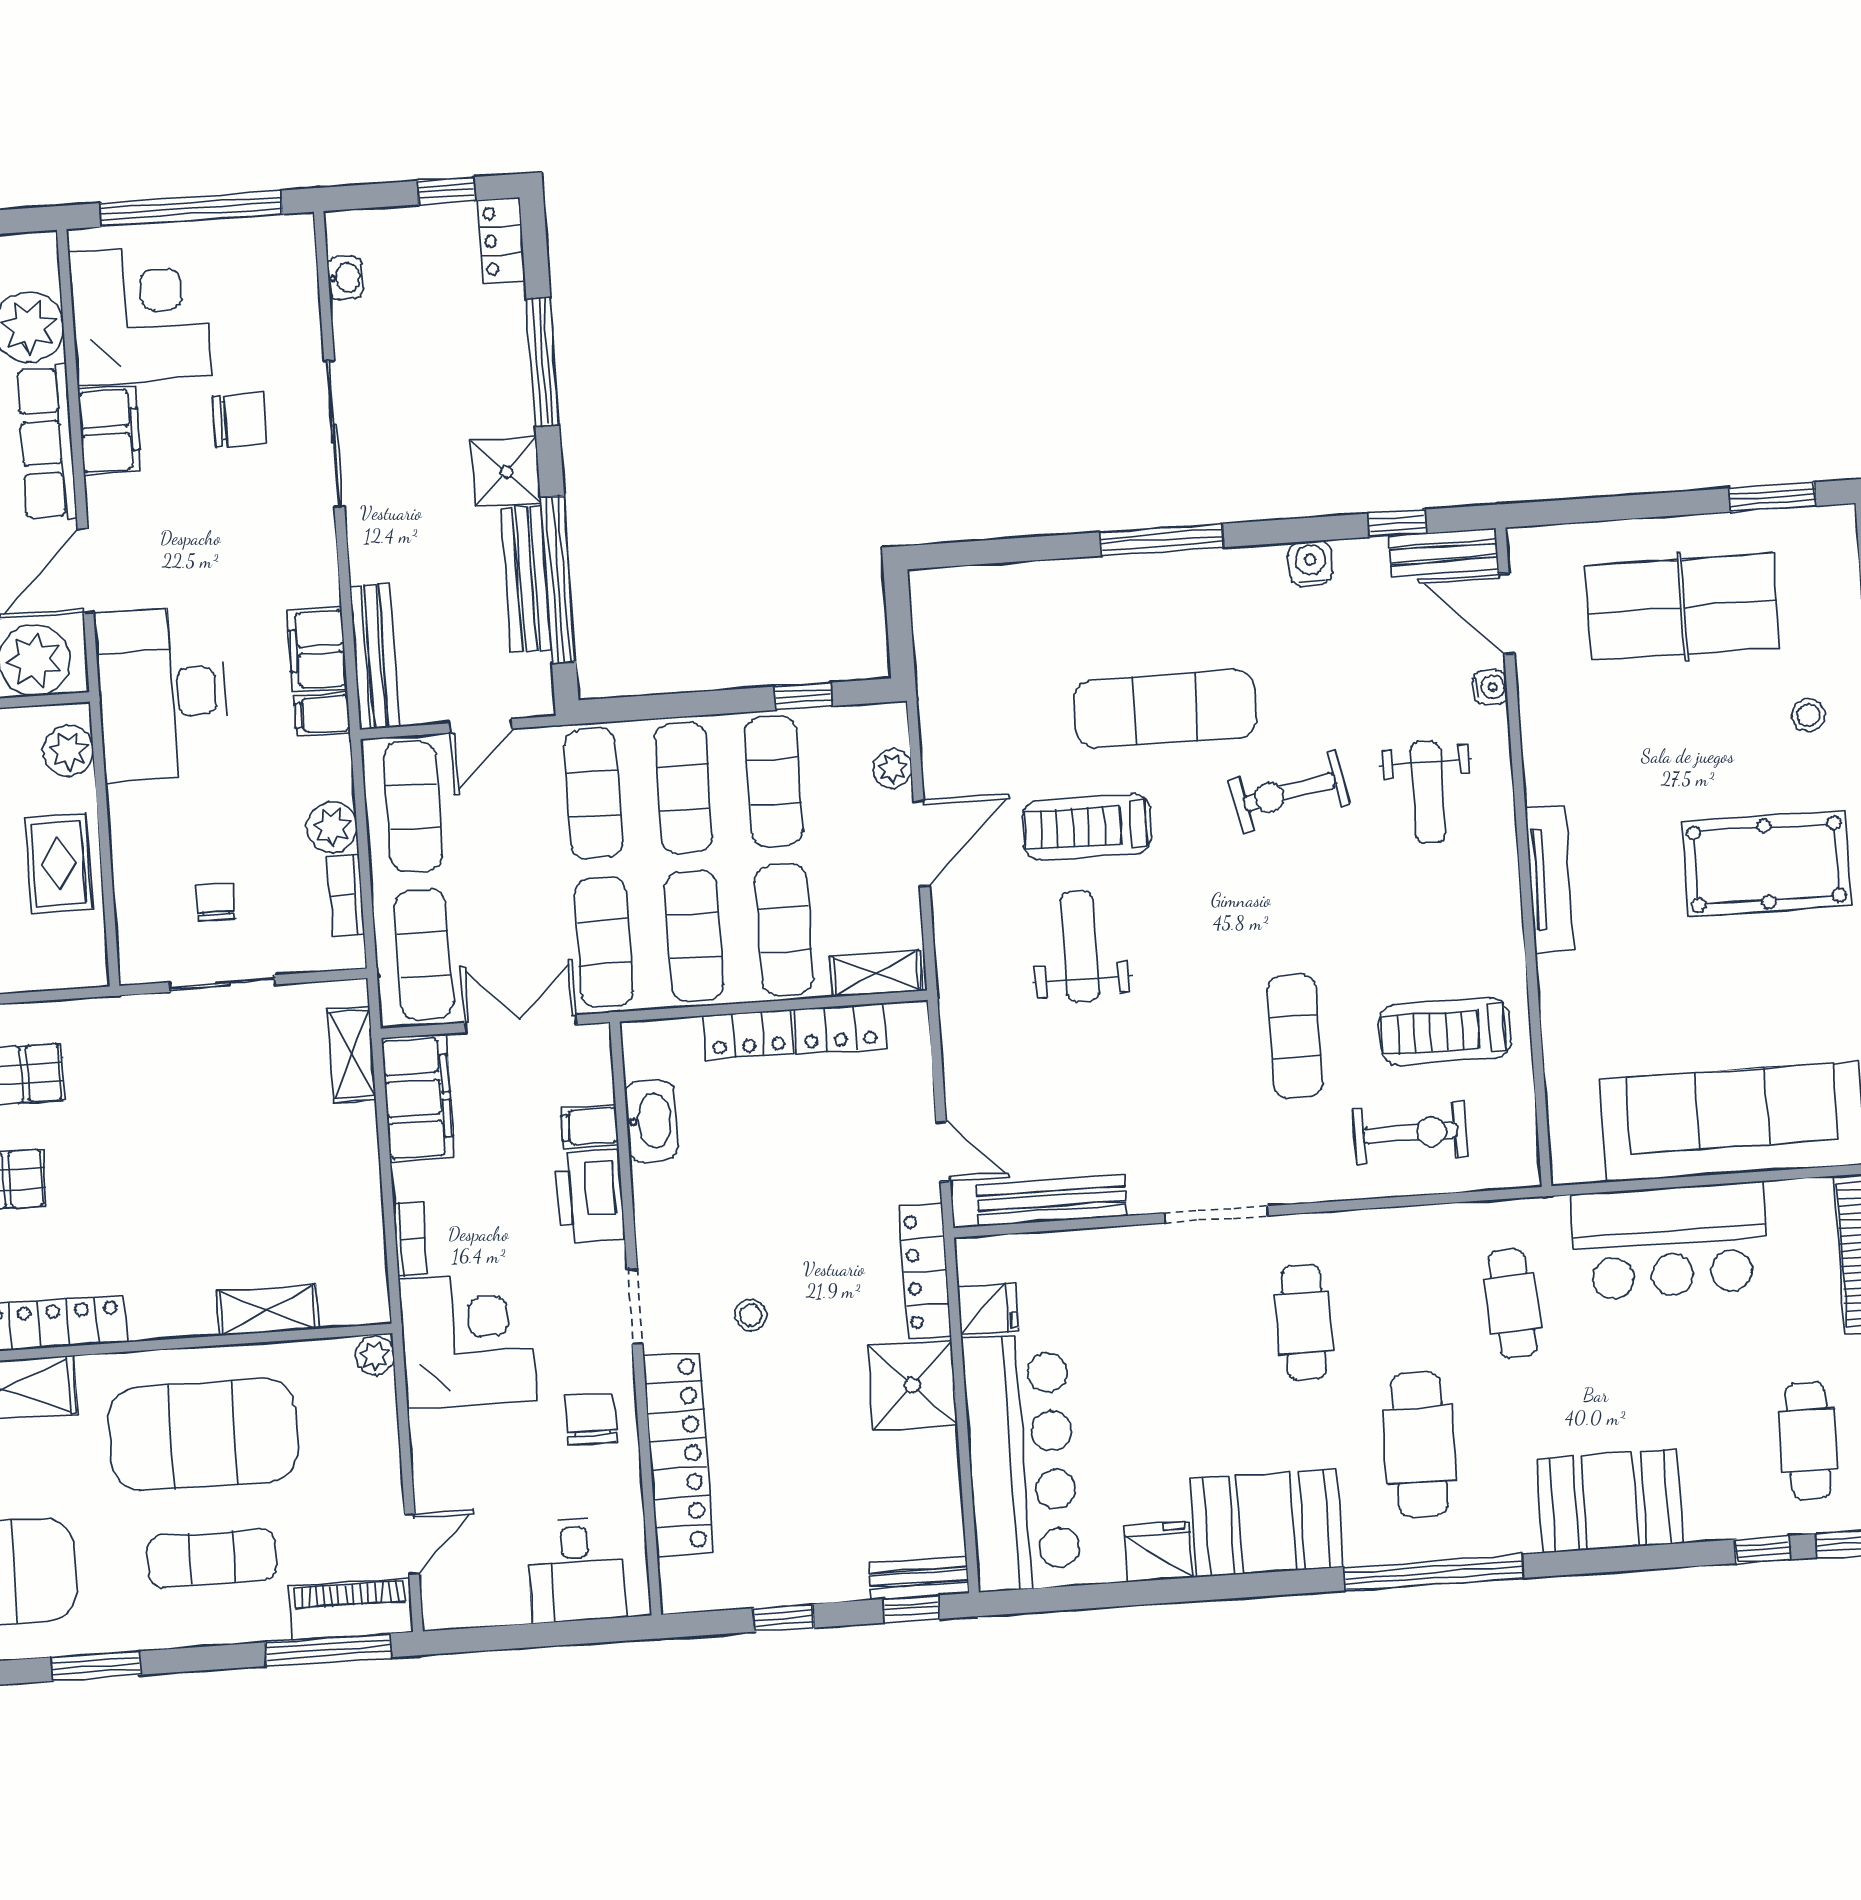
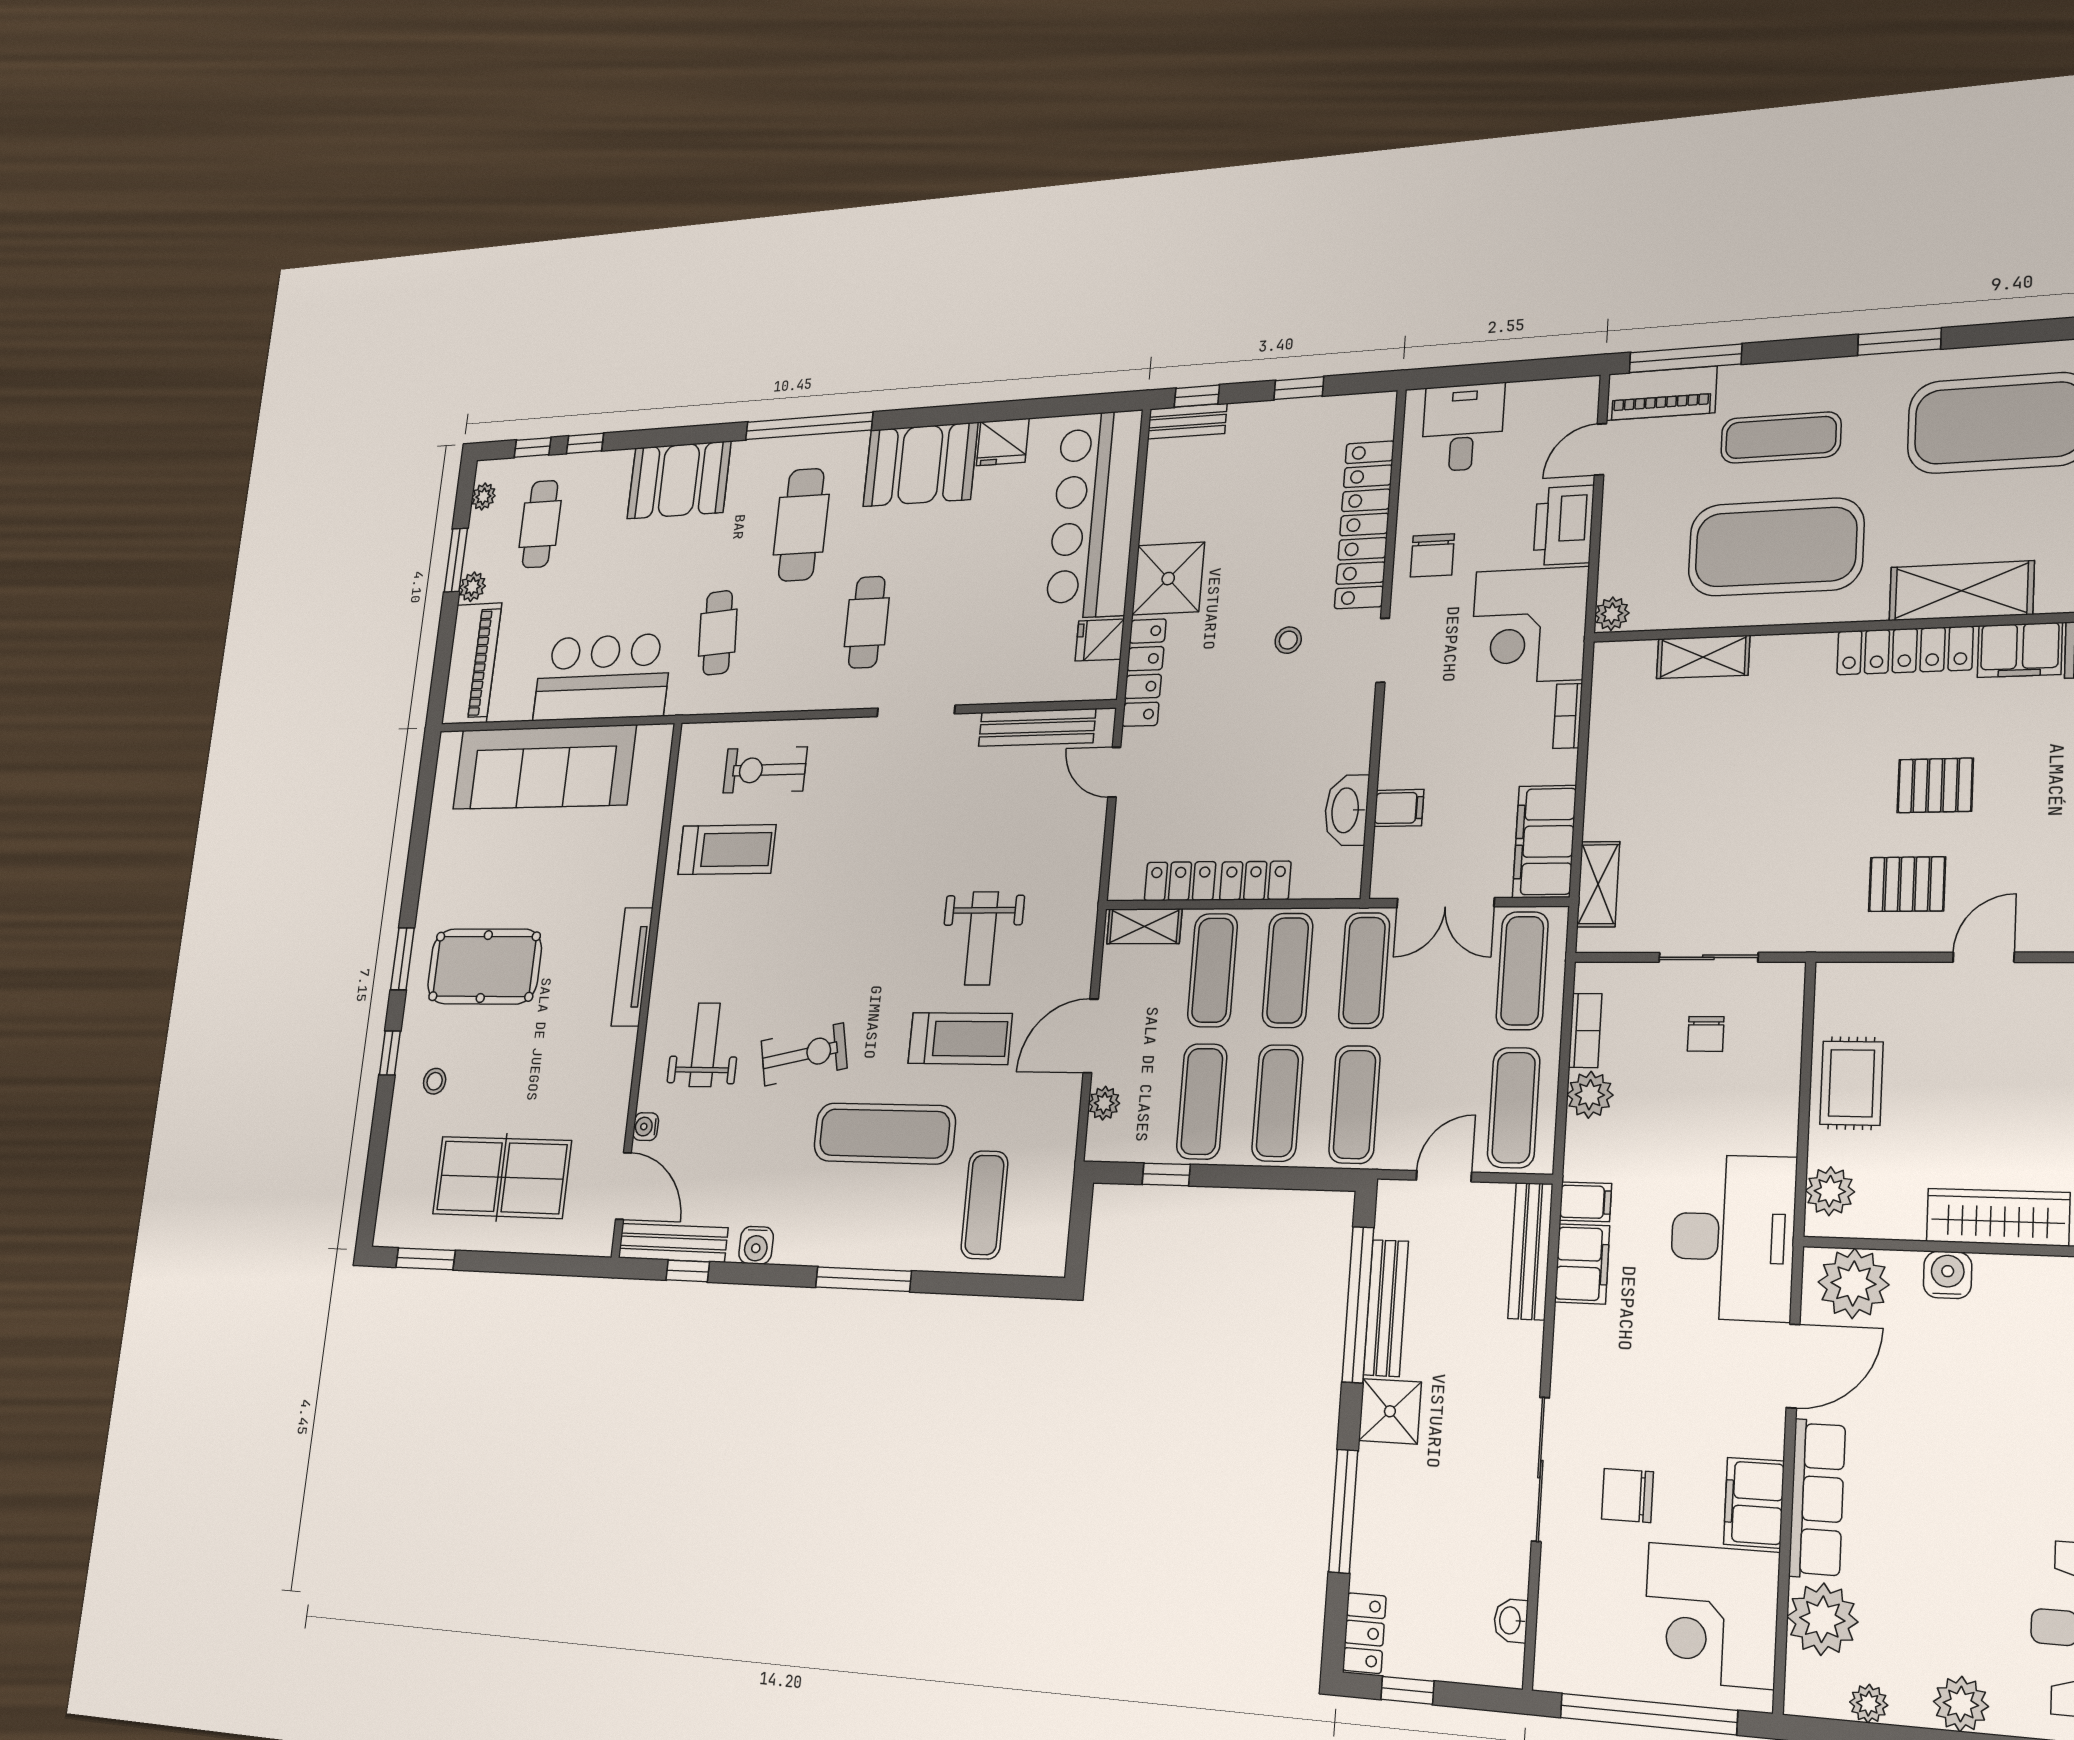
bench: (1444, 552) -> (673, 1243), width x1.36
exercise mat: (1295, 1036) -> (984, 1205), moved
printer: (590, 1196) -> (1564, 525), moved, turned 180

